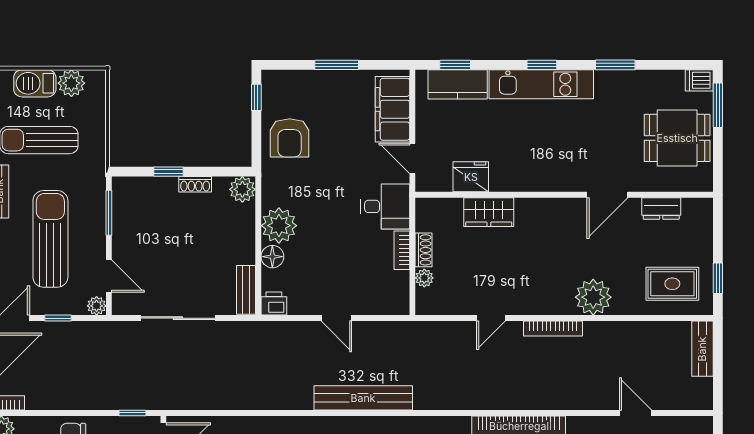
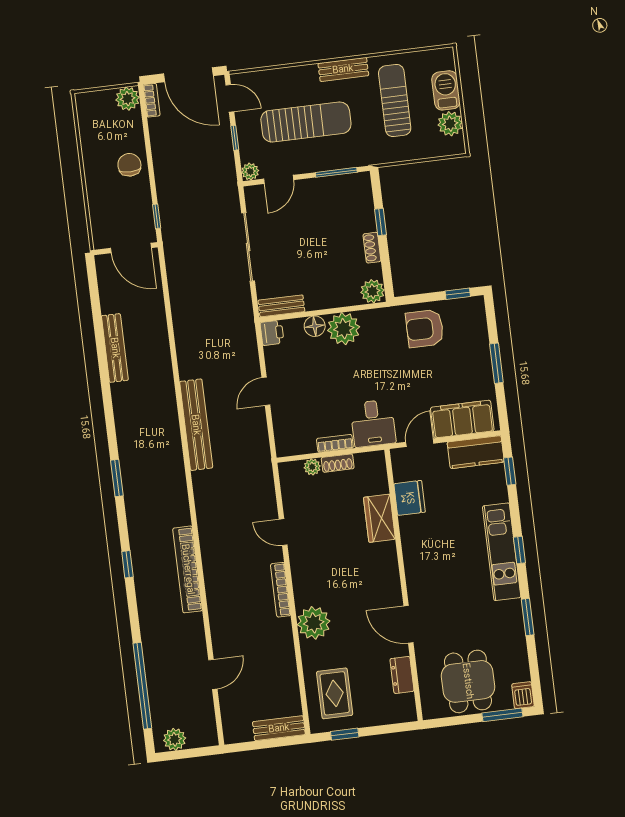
kitchen counter: (458, 84) -> (476, 452), moved, turned -90

